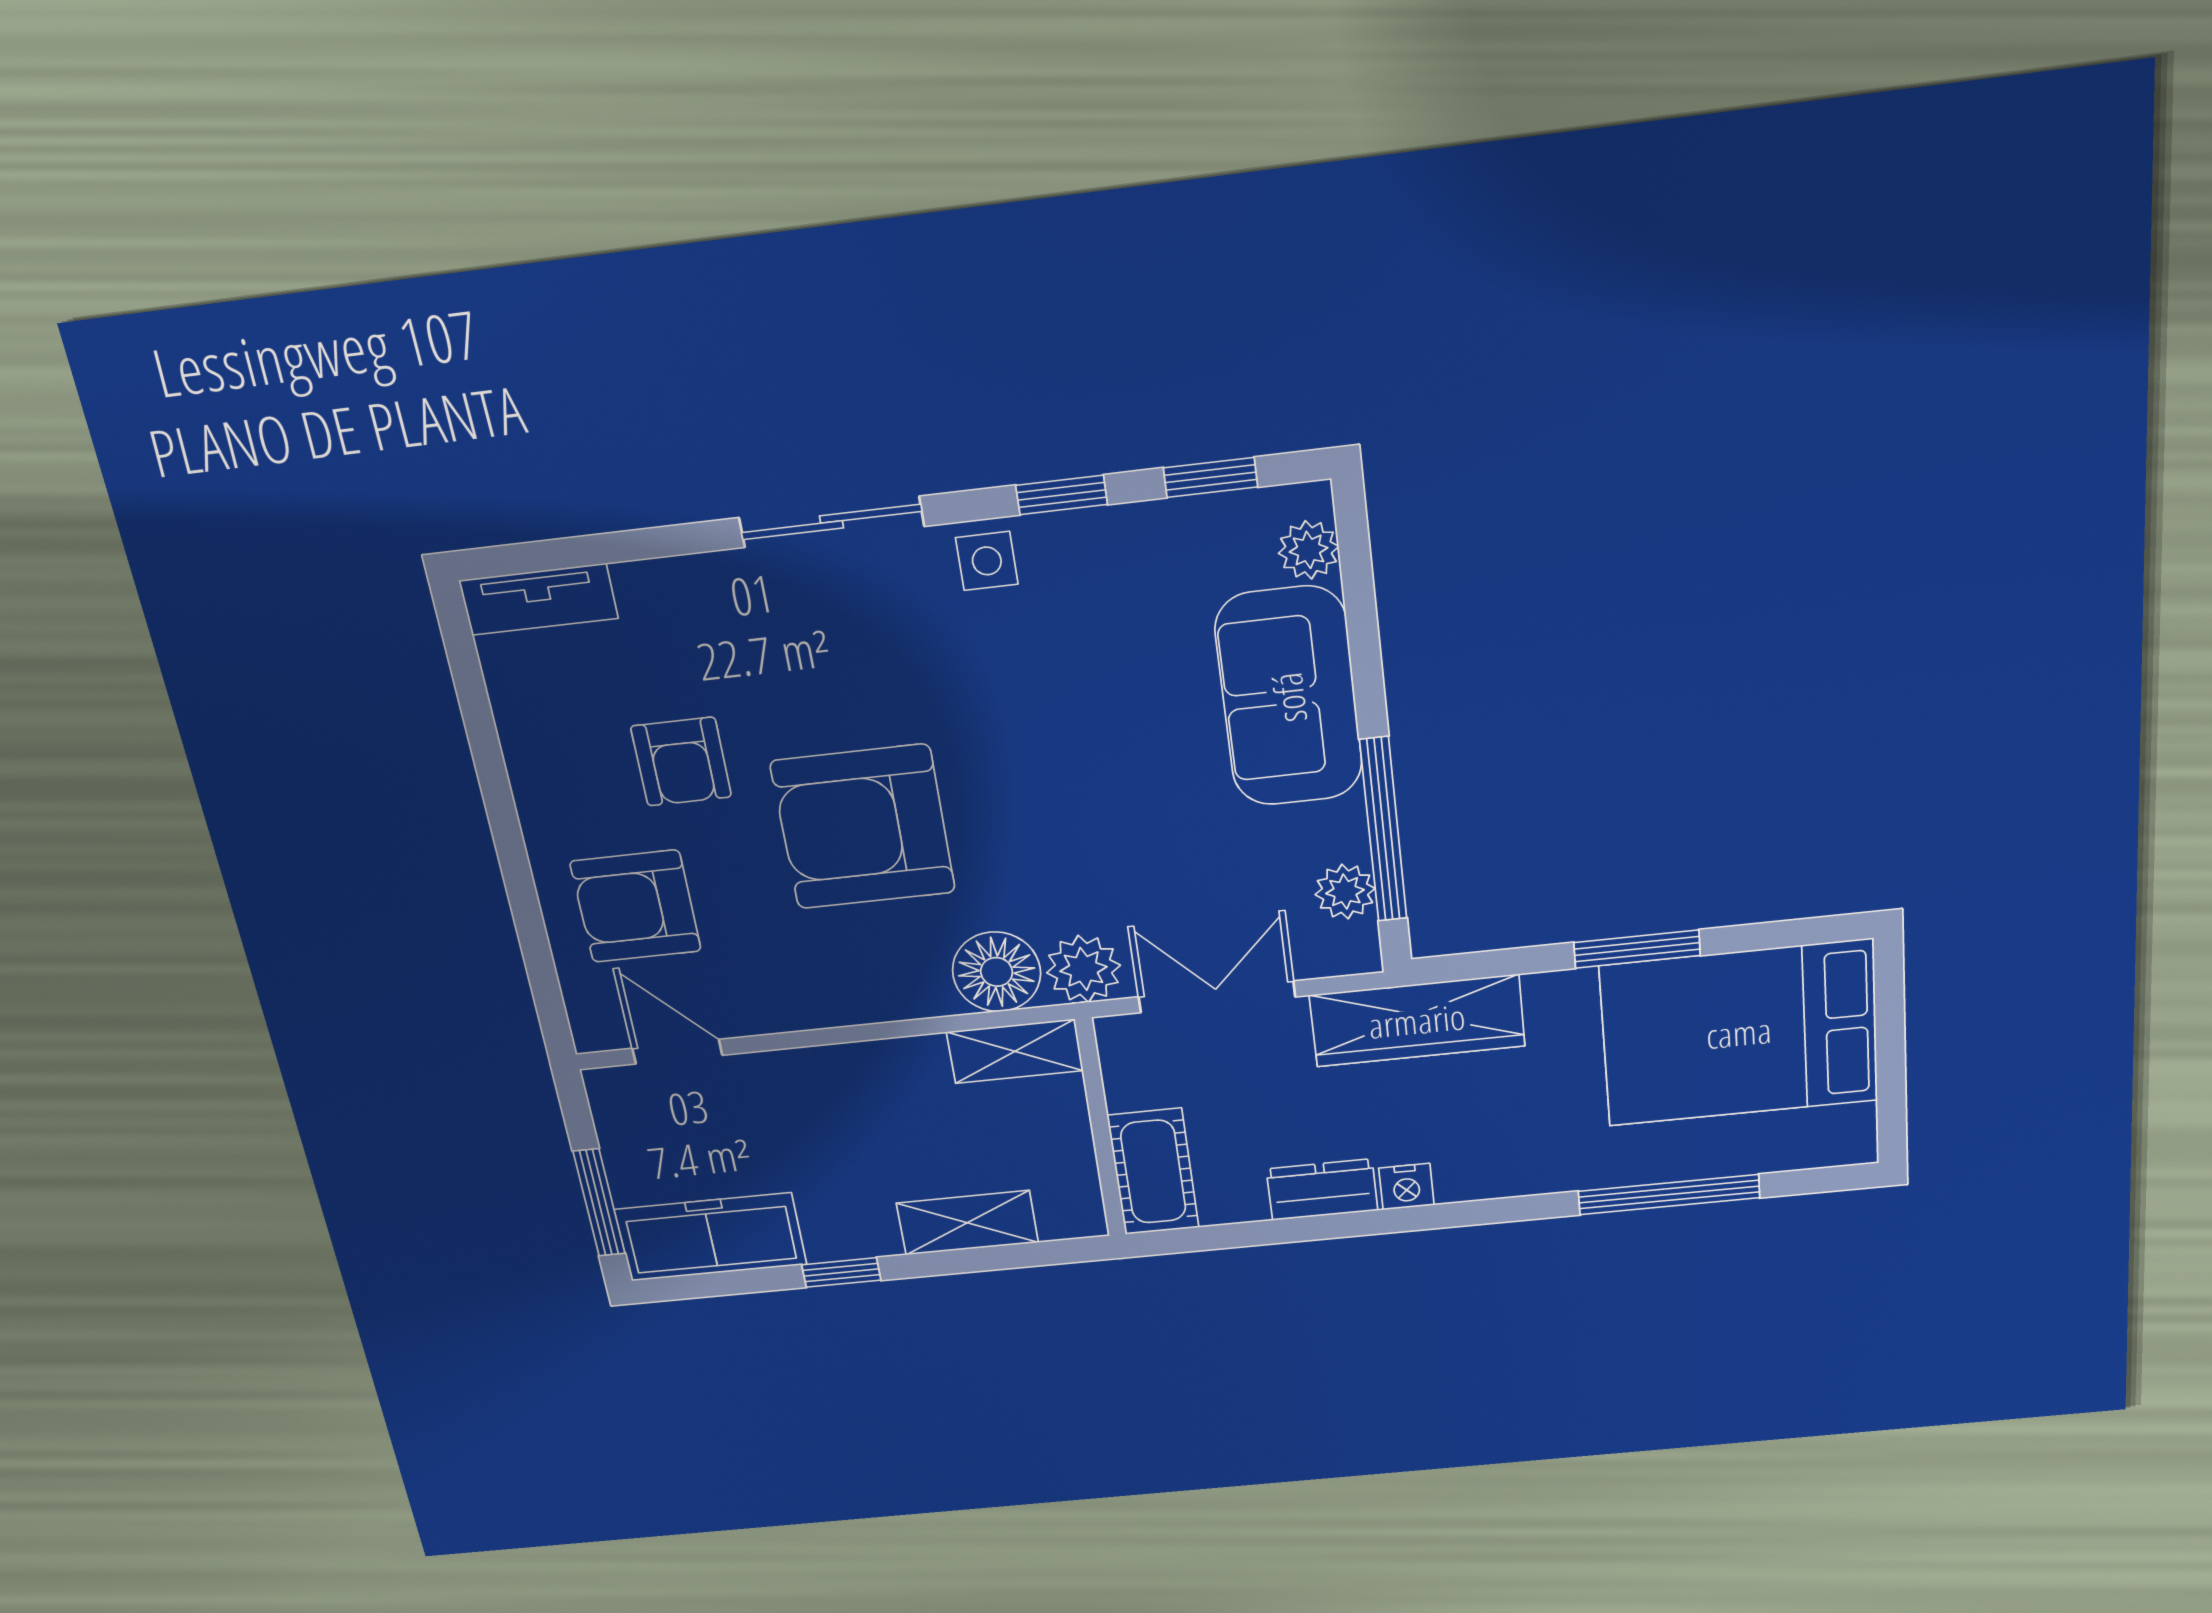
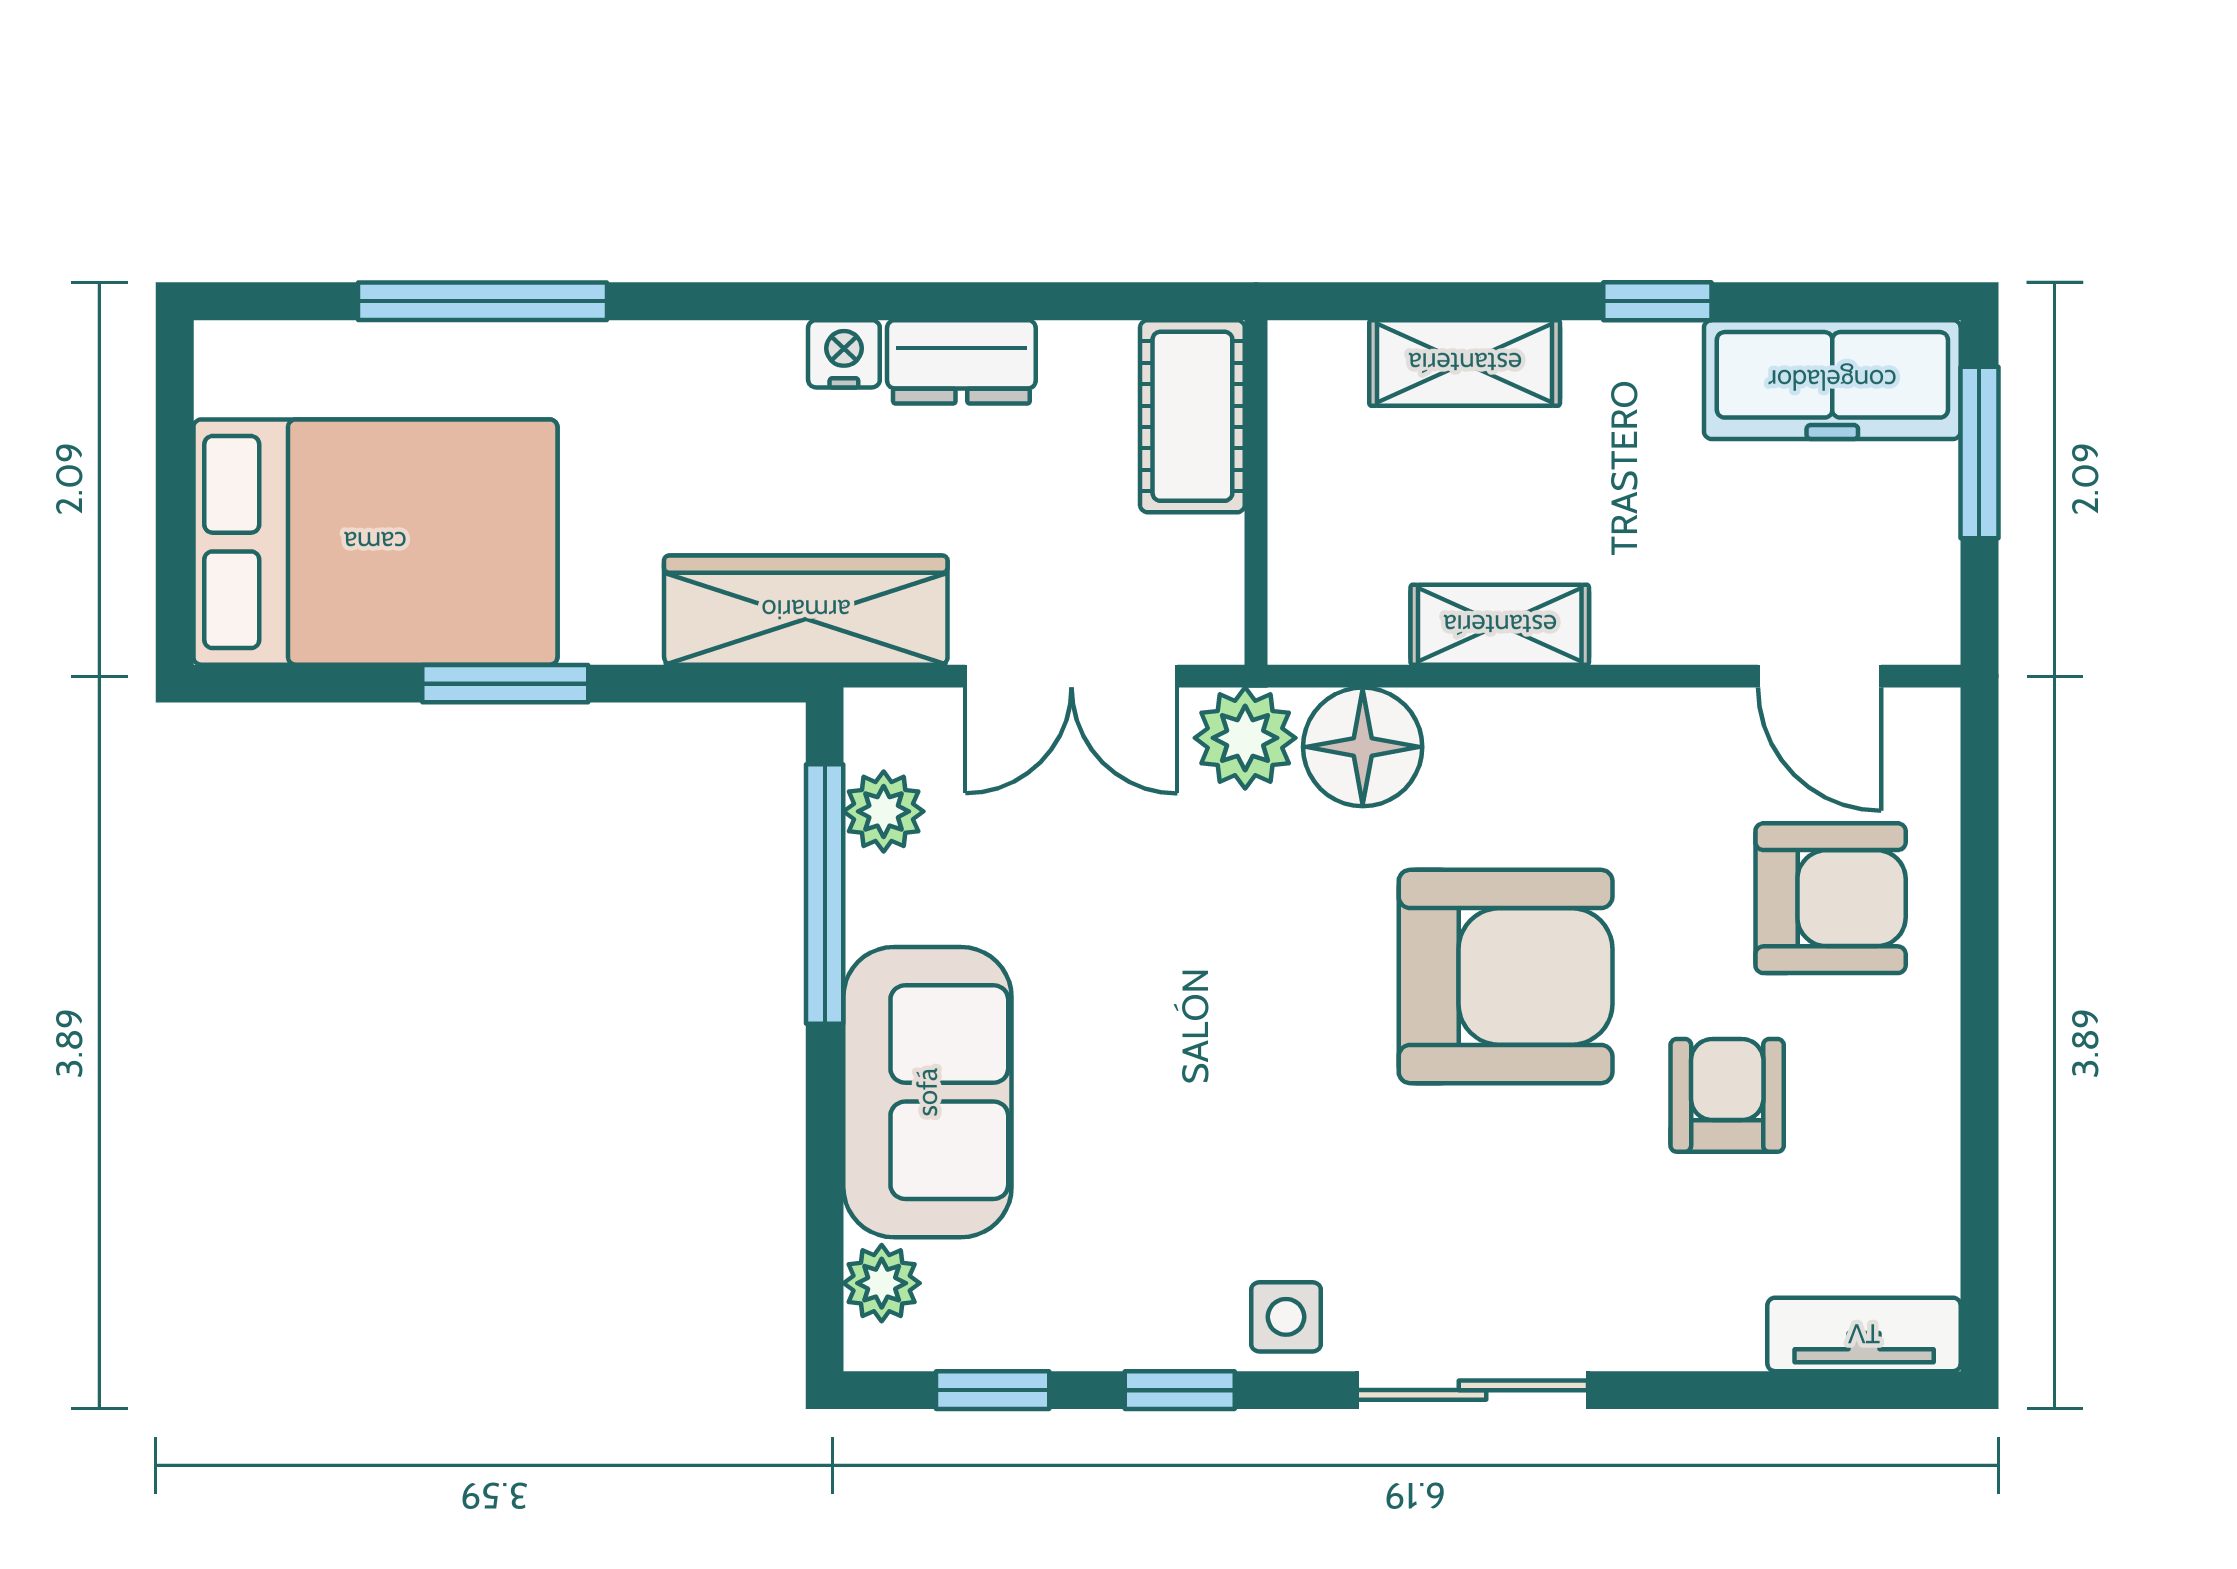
shelving: (1015, 1051) -> (1500, 625), moved

